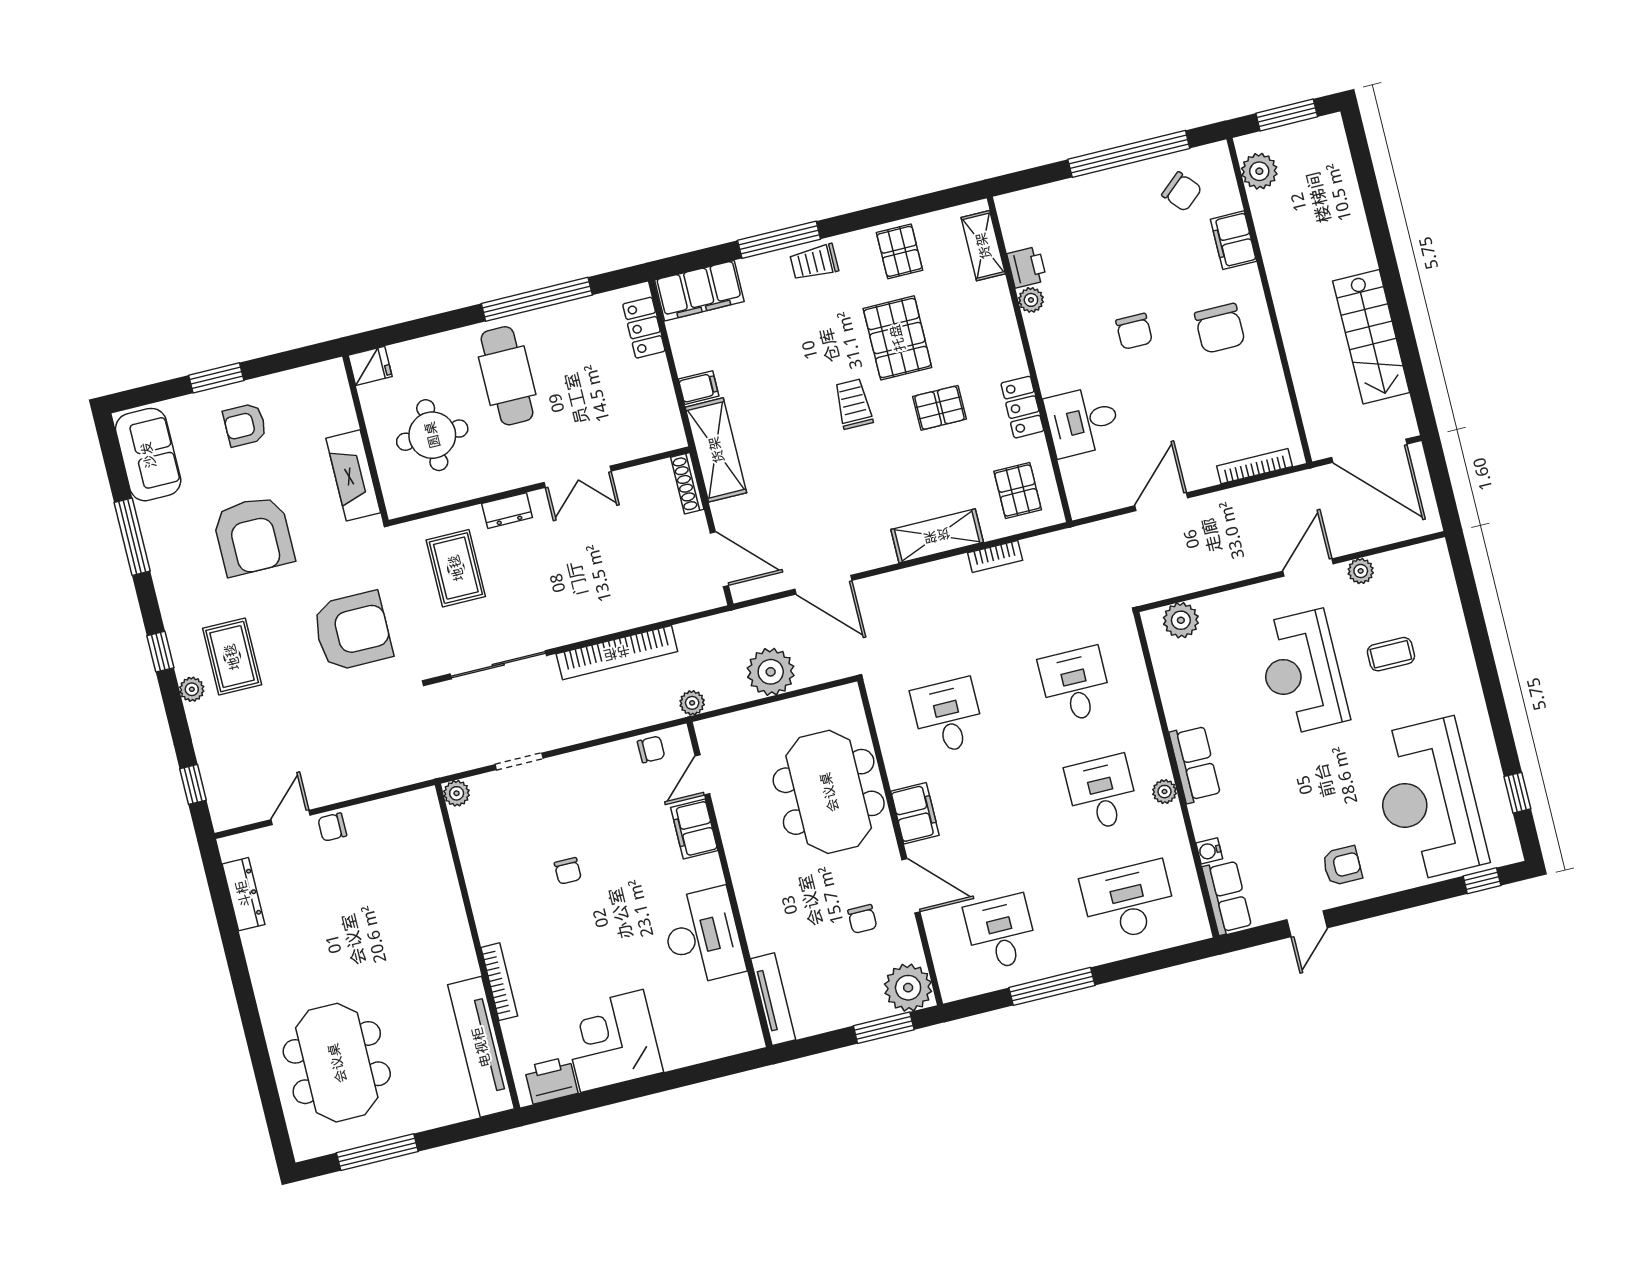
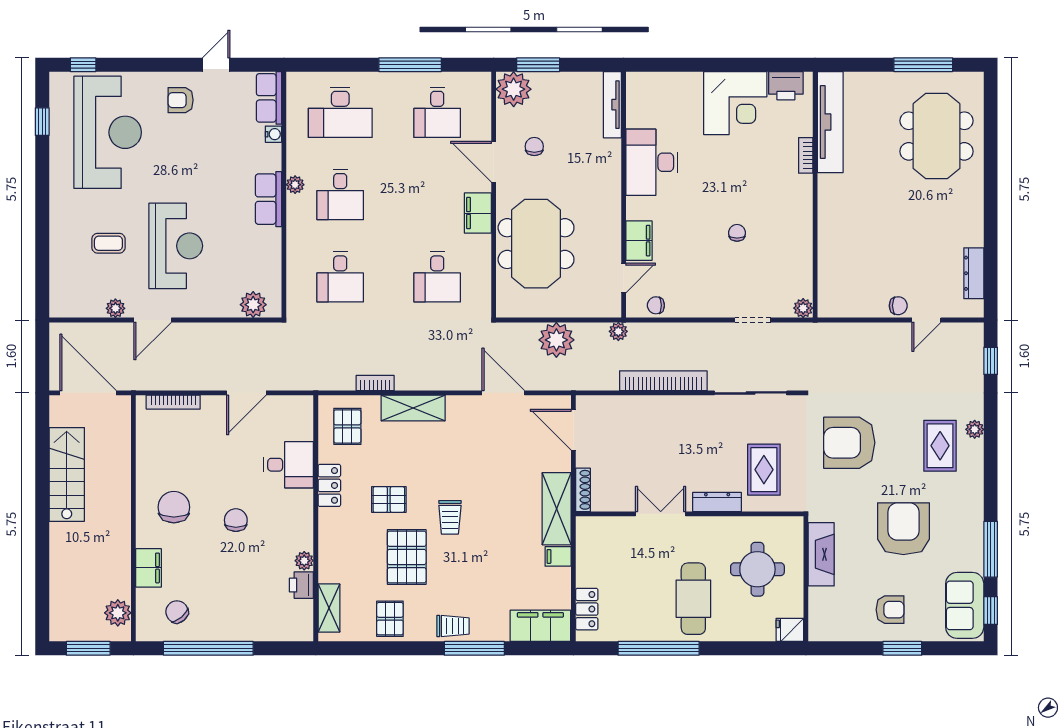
dresser: (507, 511) -> (717, 502), width x1.44
window: (160, 652) -> (991, 611), moved
bookcase: (499, 982) -> (806, 155), width x0.64

